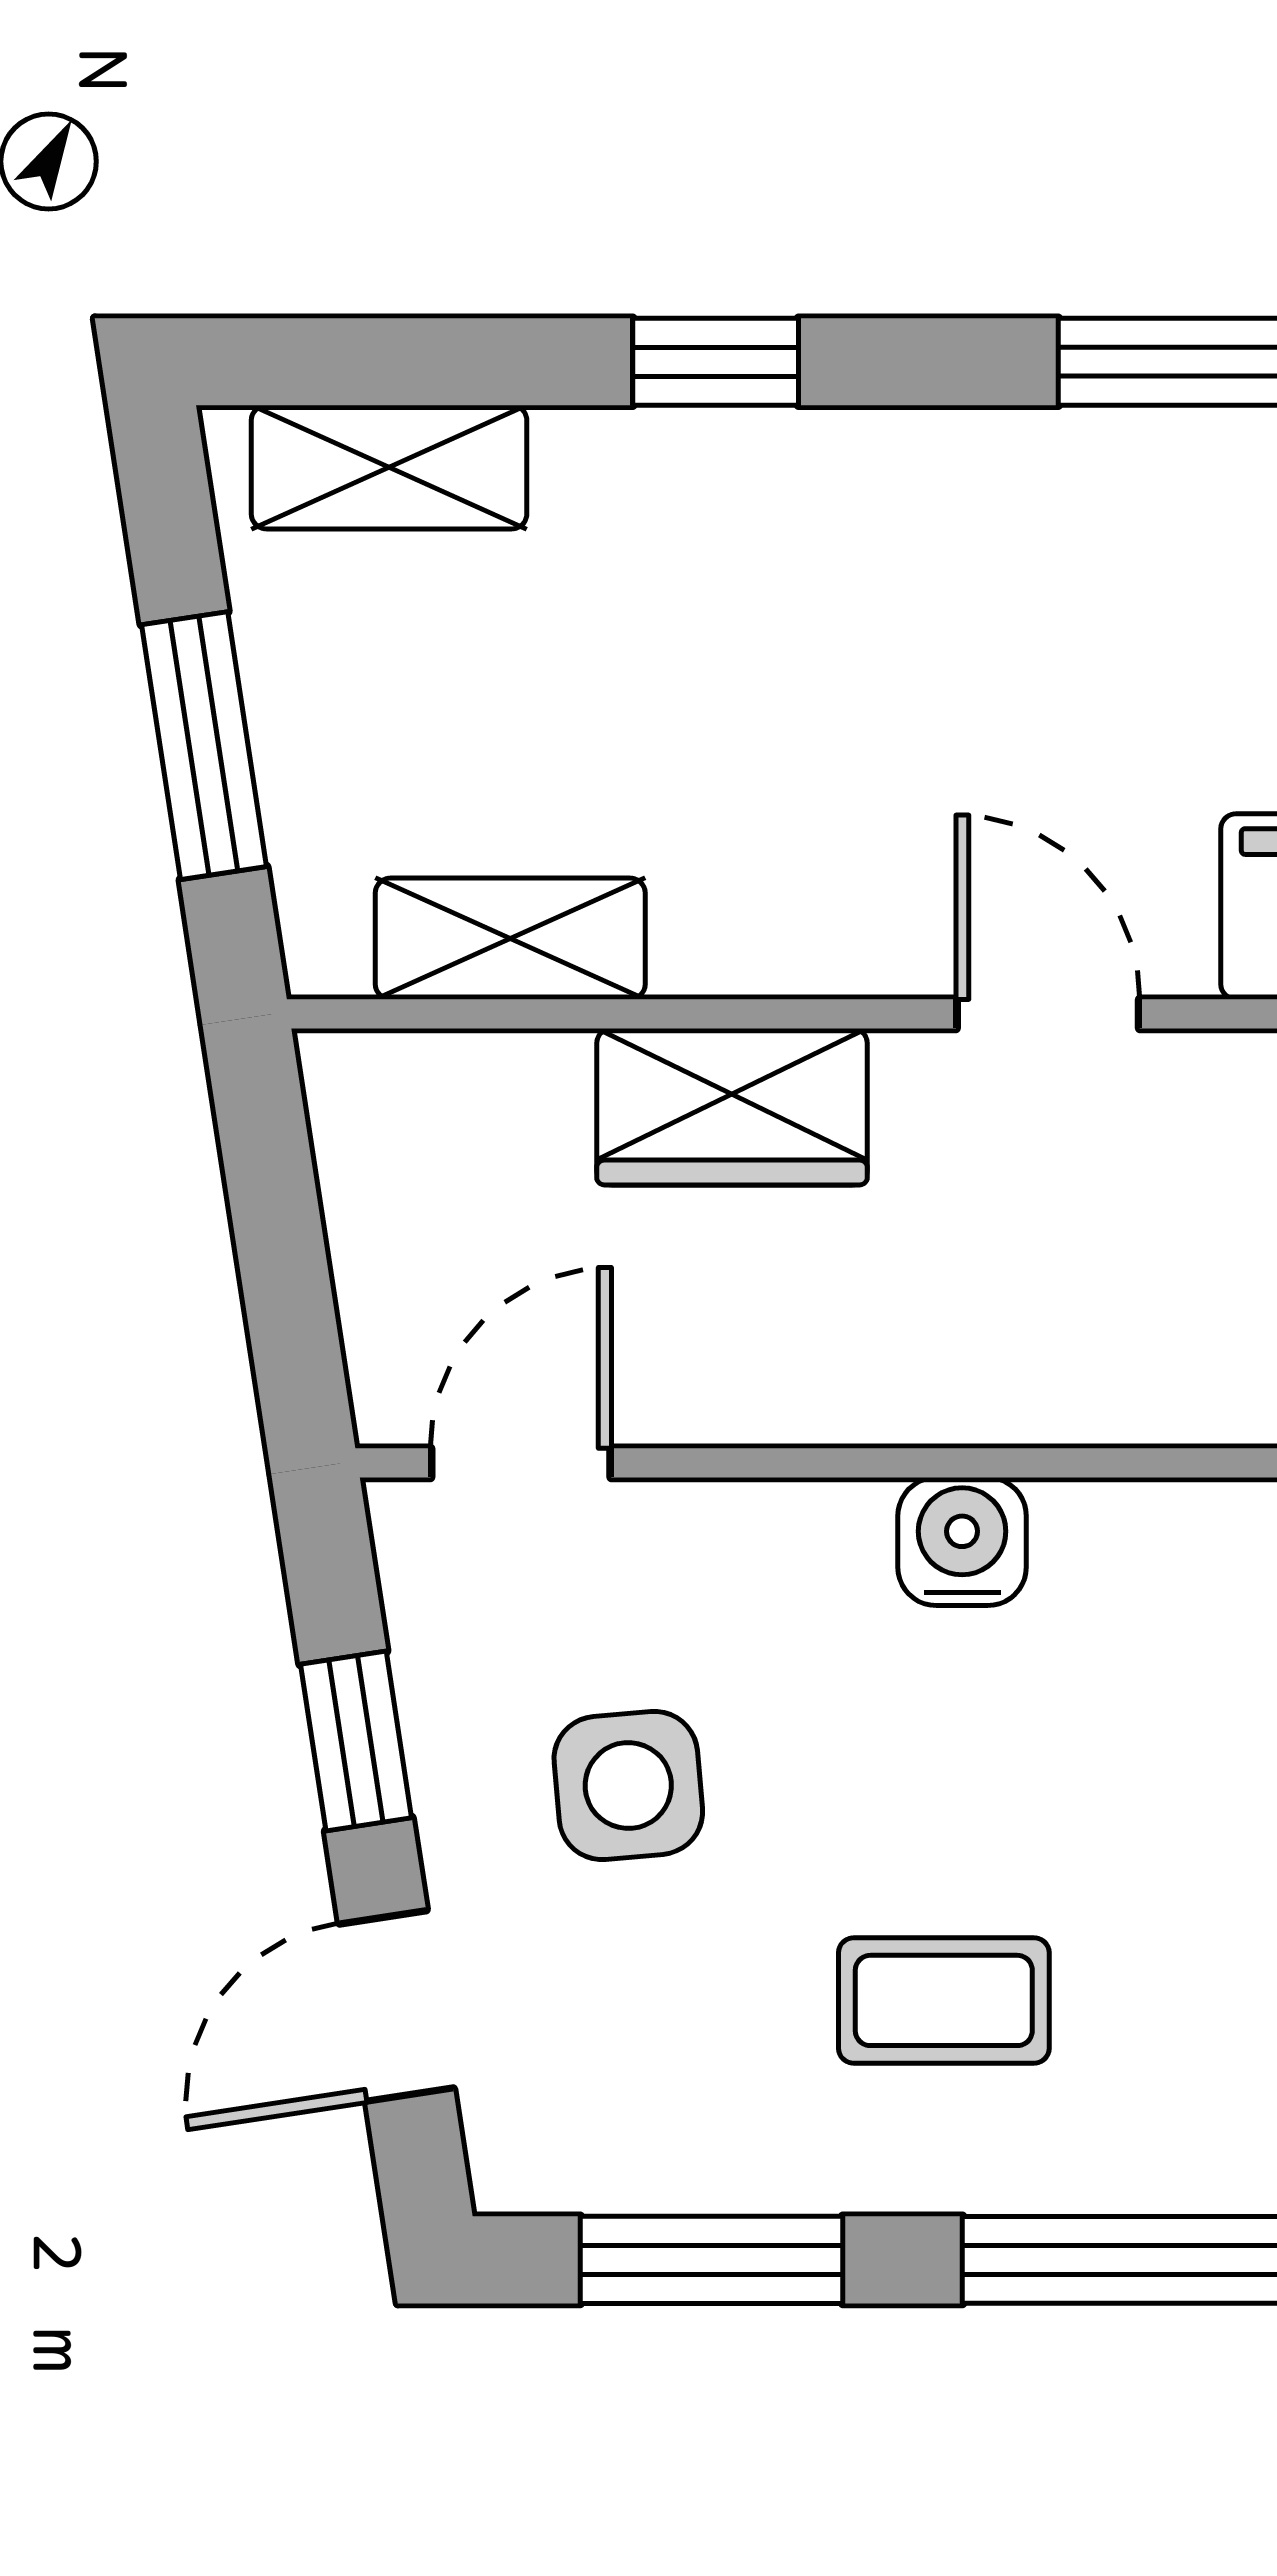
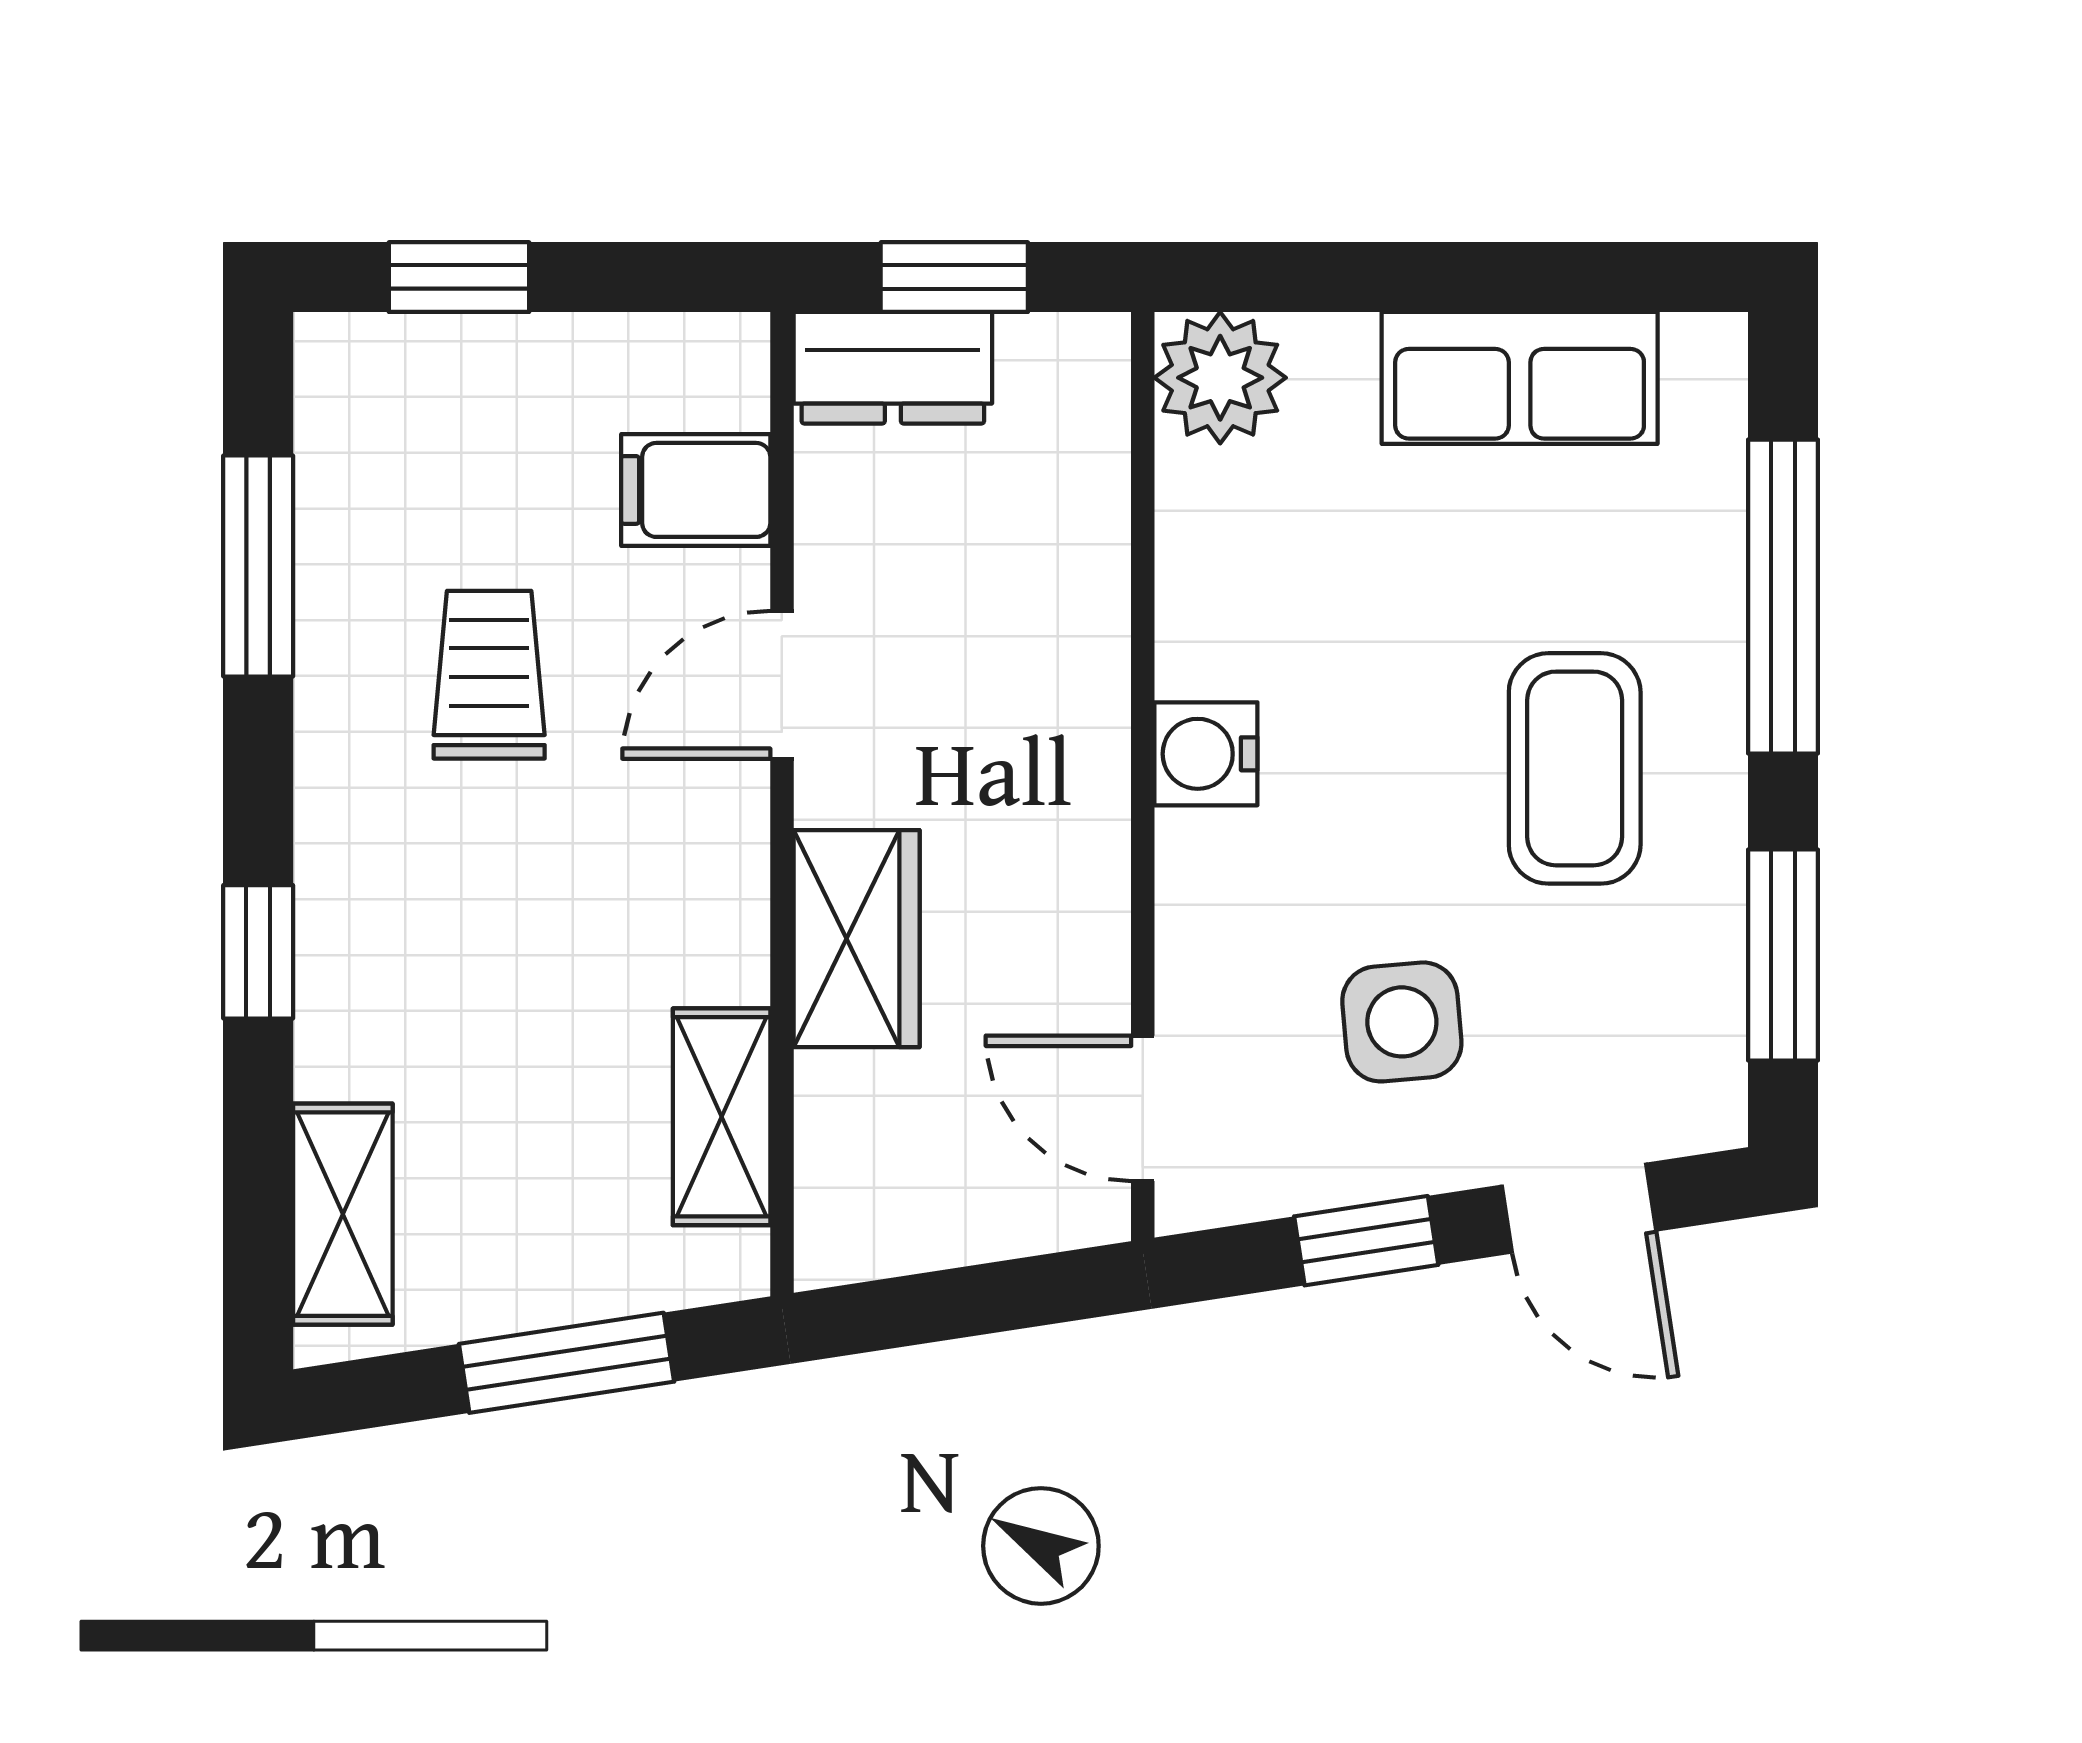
trolley: (1061, 649) -> (489, 675), added
coffee table: (944, 2000) -> (1575, 768), width x1.36, depth x1.30

